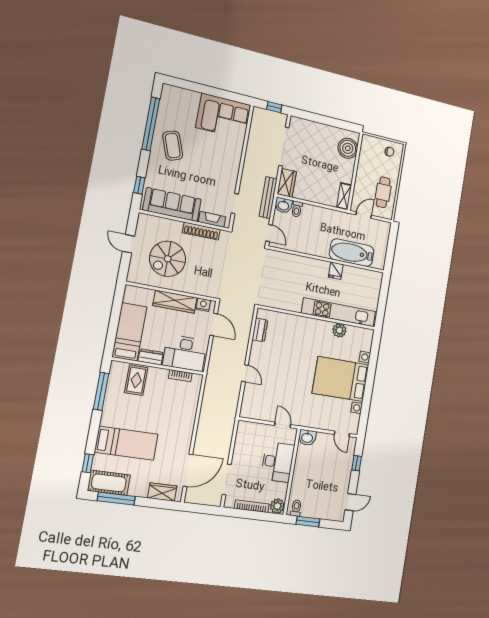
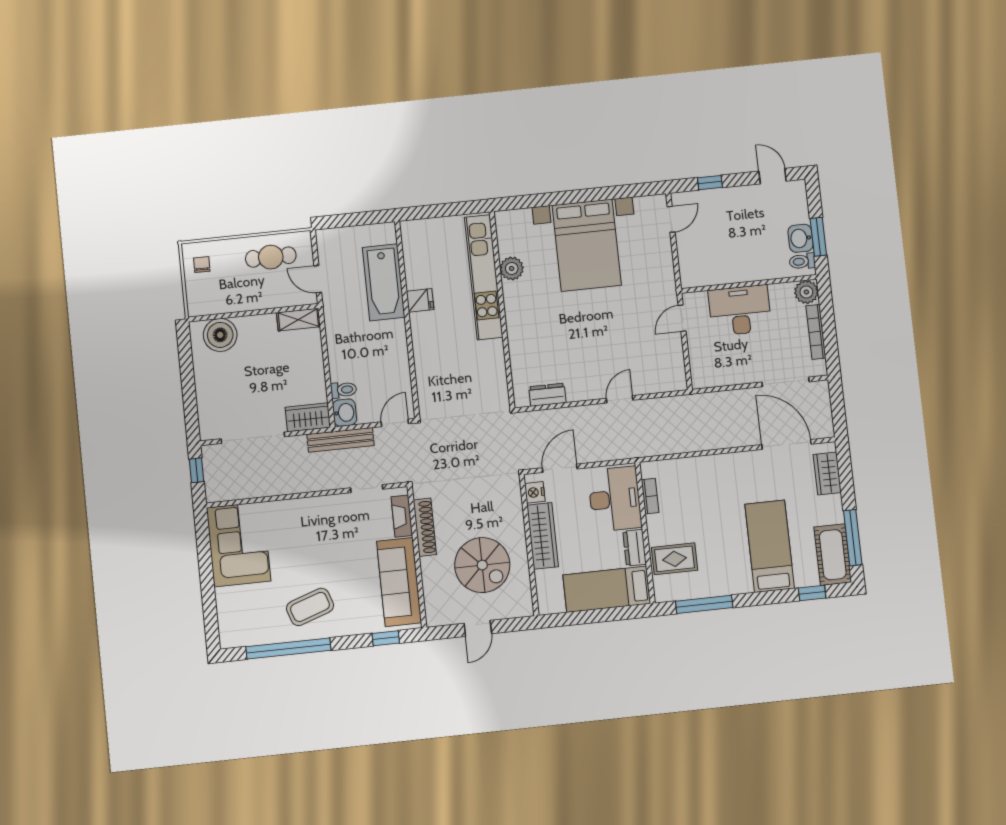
washbasin: (307, 437) -> (800, 238), moved, turned 180

